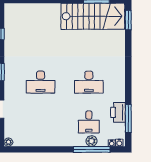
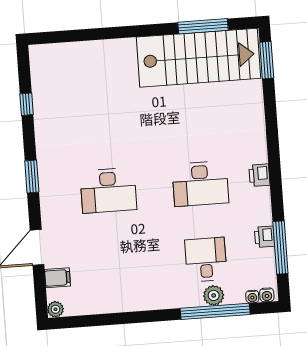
printer: (120, 80) -> (259, 175), added
printer: (118, 112) -> (264, 237), width x0.53, depth x0.68
desk: (89, 122) -> (206, 260), turned 180
filing cabinet: (11, 126) -> (57, 278), added

